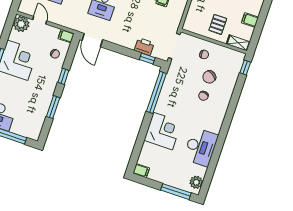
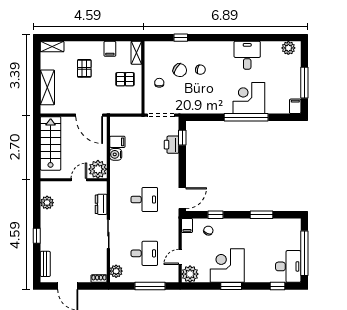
window: (245, 68) -> (181, 38), moved
window: (63, 76) -> (216, 215), moved
window: (156, 92) -> (246, 117), moved
desk: (201, 147) -> (247, 55), width x0.73
window: (176, 192) -> (304, 83), moved

